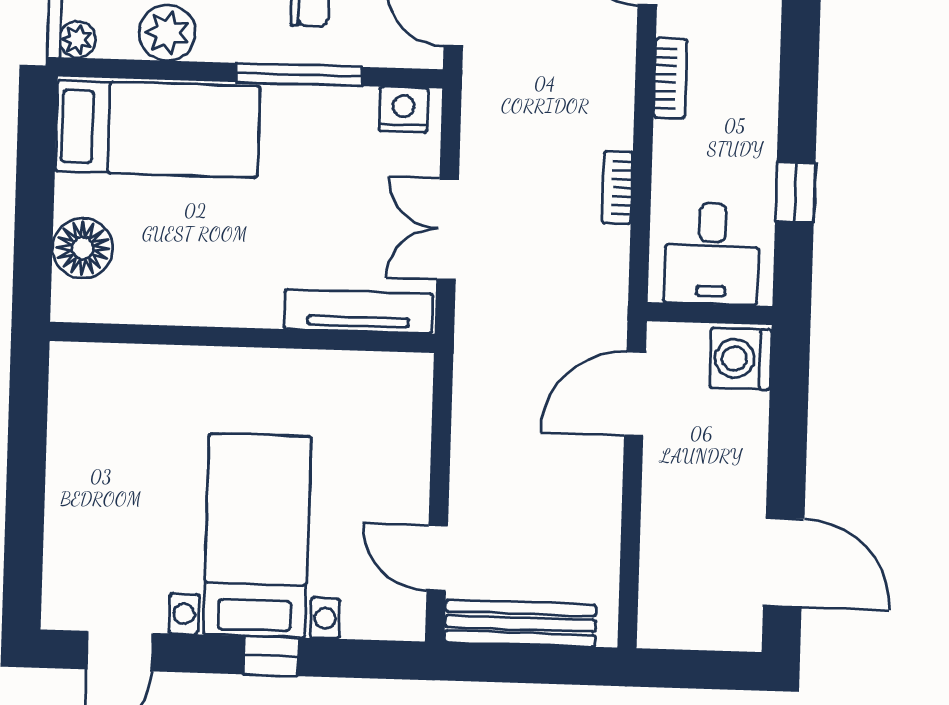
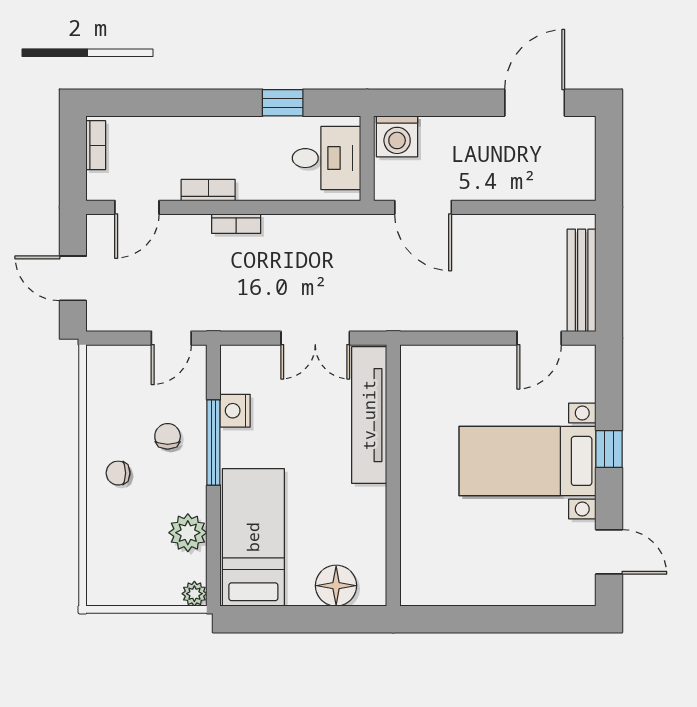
nightstand: (404, 110) -> (235, 411), moved
bookcase: (617, 188) -> (236, 224), moved
tv unit: (358, 311) -> (369, 415), width x1.36, depth x1.29

